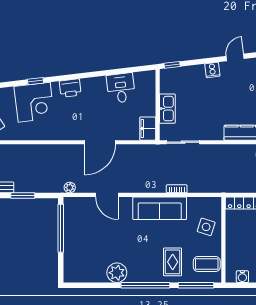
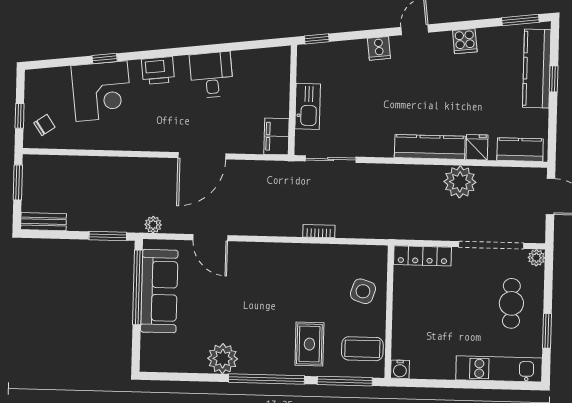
desk: (121, 88) -> (211, 75), moved
window: (23, 196) -> (108, 236), moved
sofa: (160, 208) -> (159, 291), moved, turned -90
water cooler: (242, 277) -> (400, 369), moved

